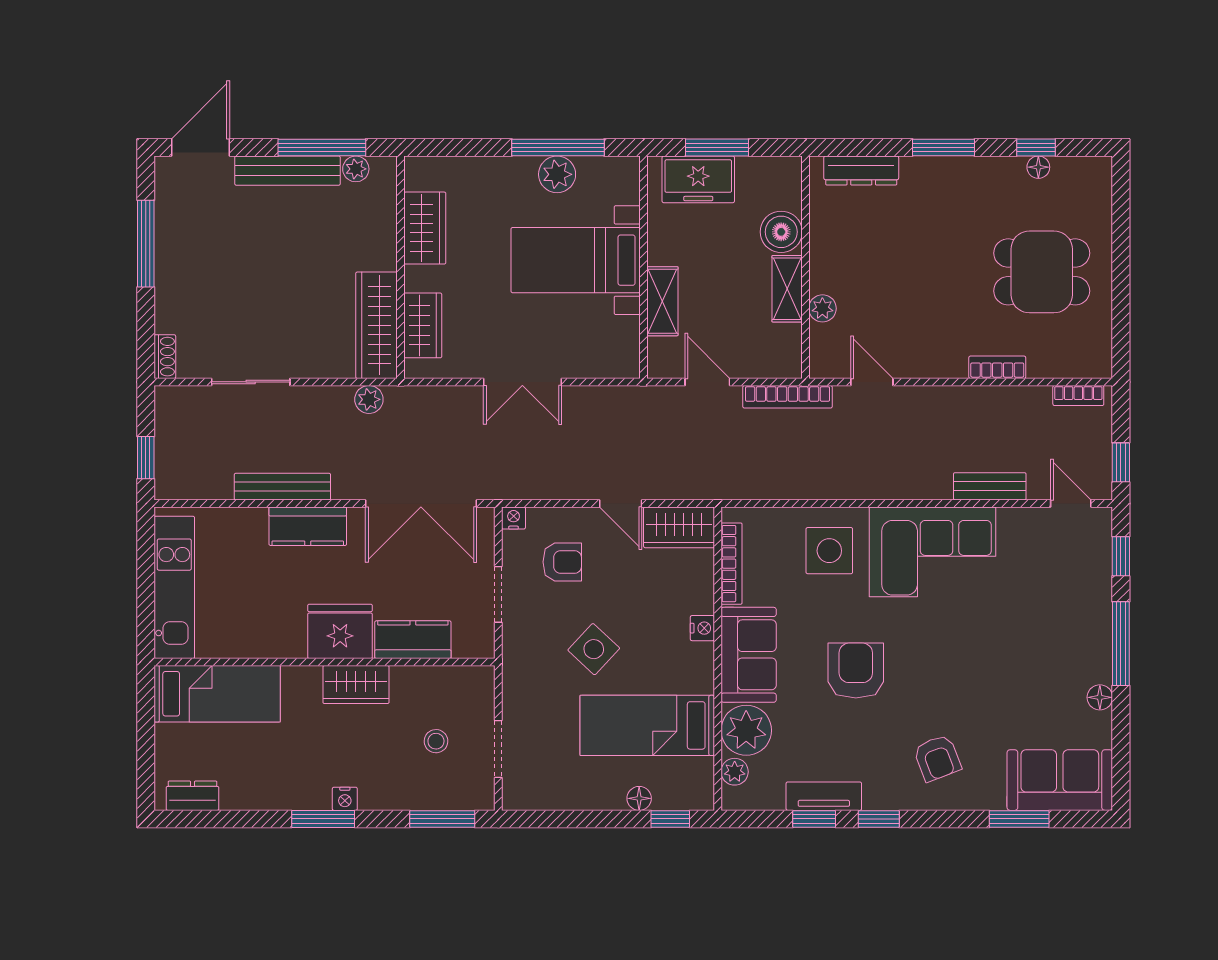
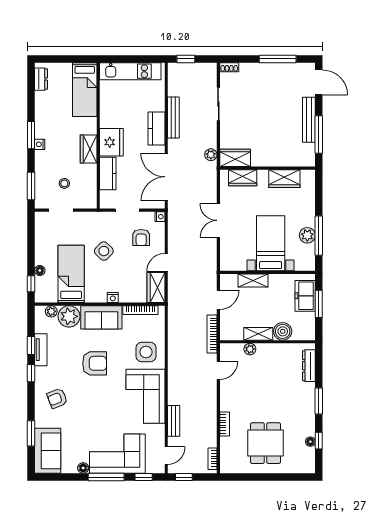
plant: (356, 169) -> (310, 149), removed
wardrobe: (376, 325) -> (235, 158), width x0.67
corner sofa: (1066, 617) -> (117, 454), added

